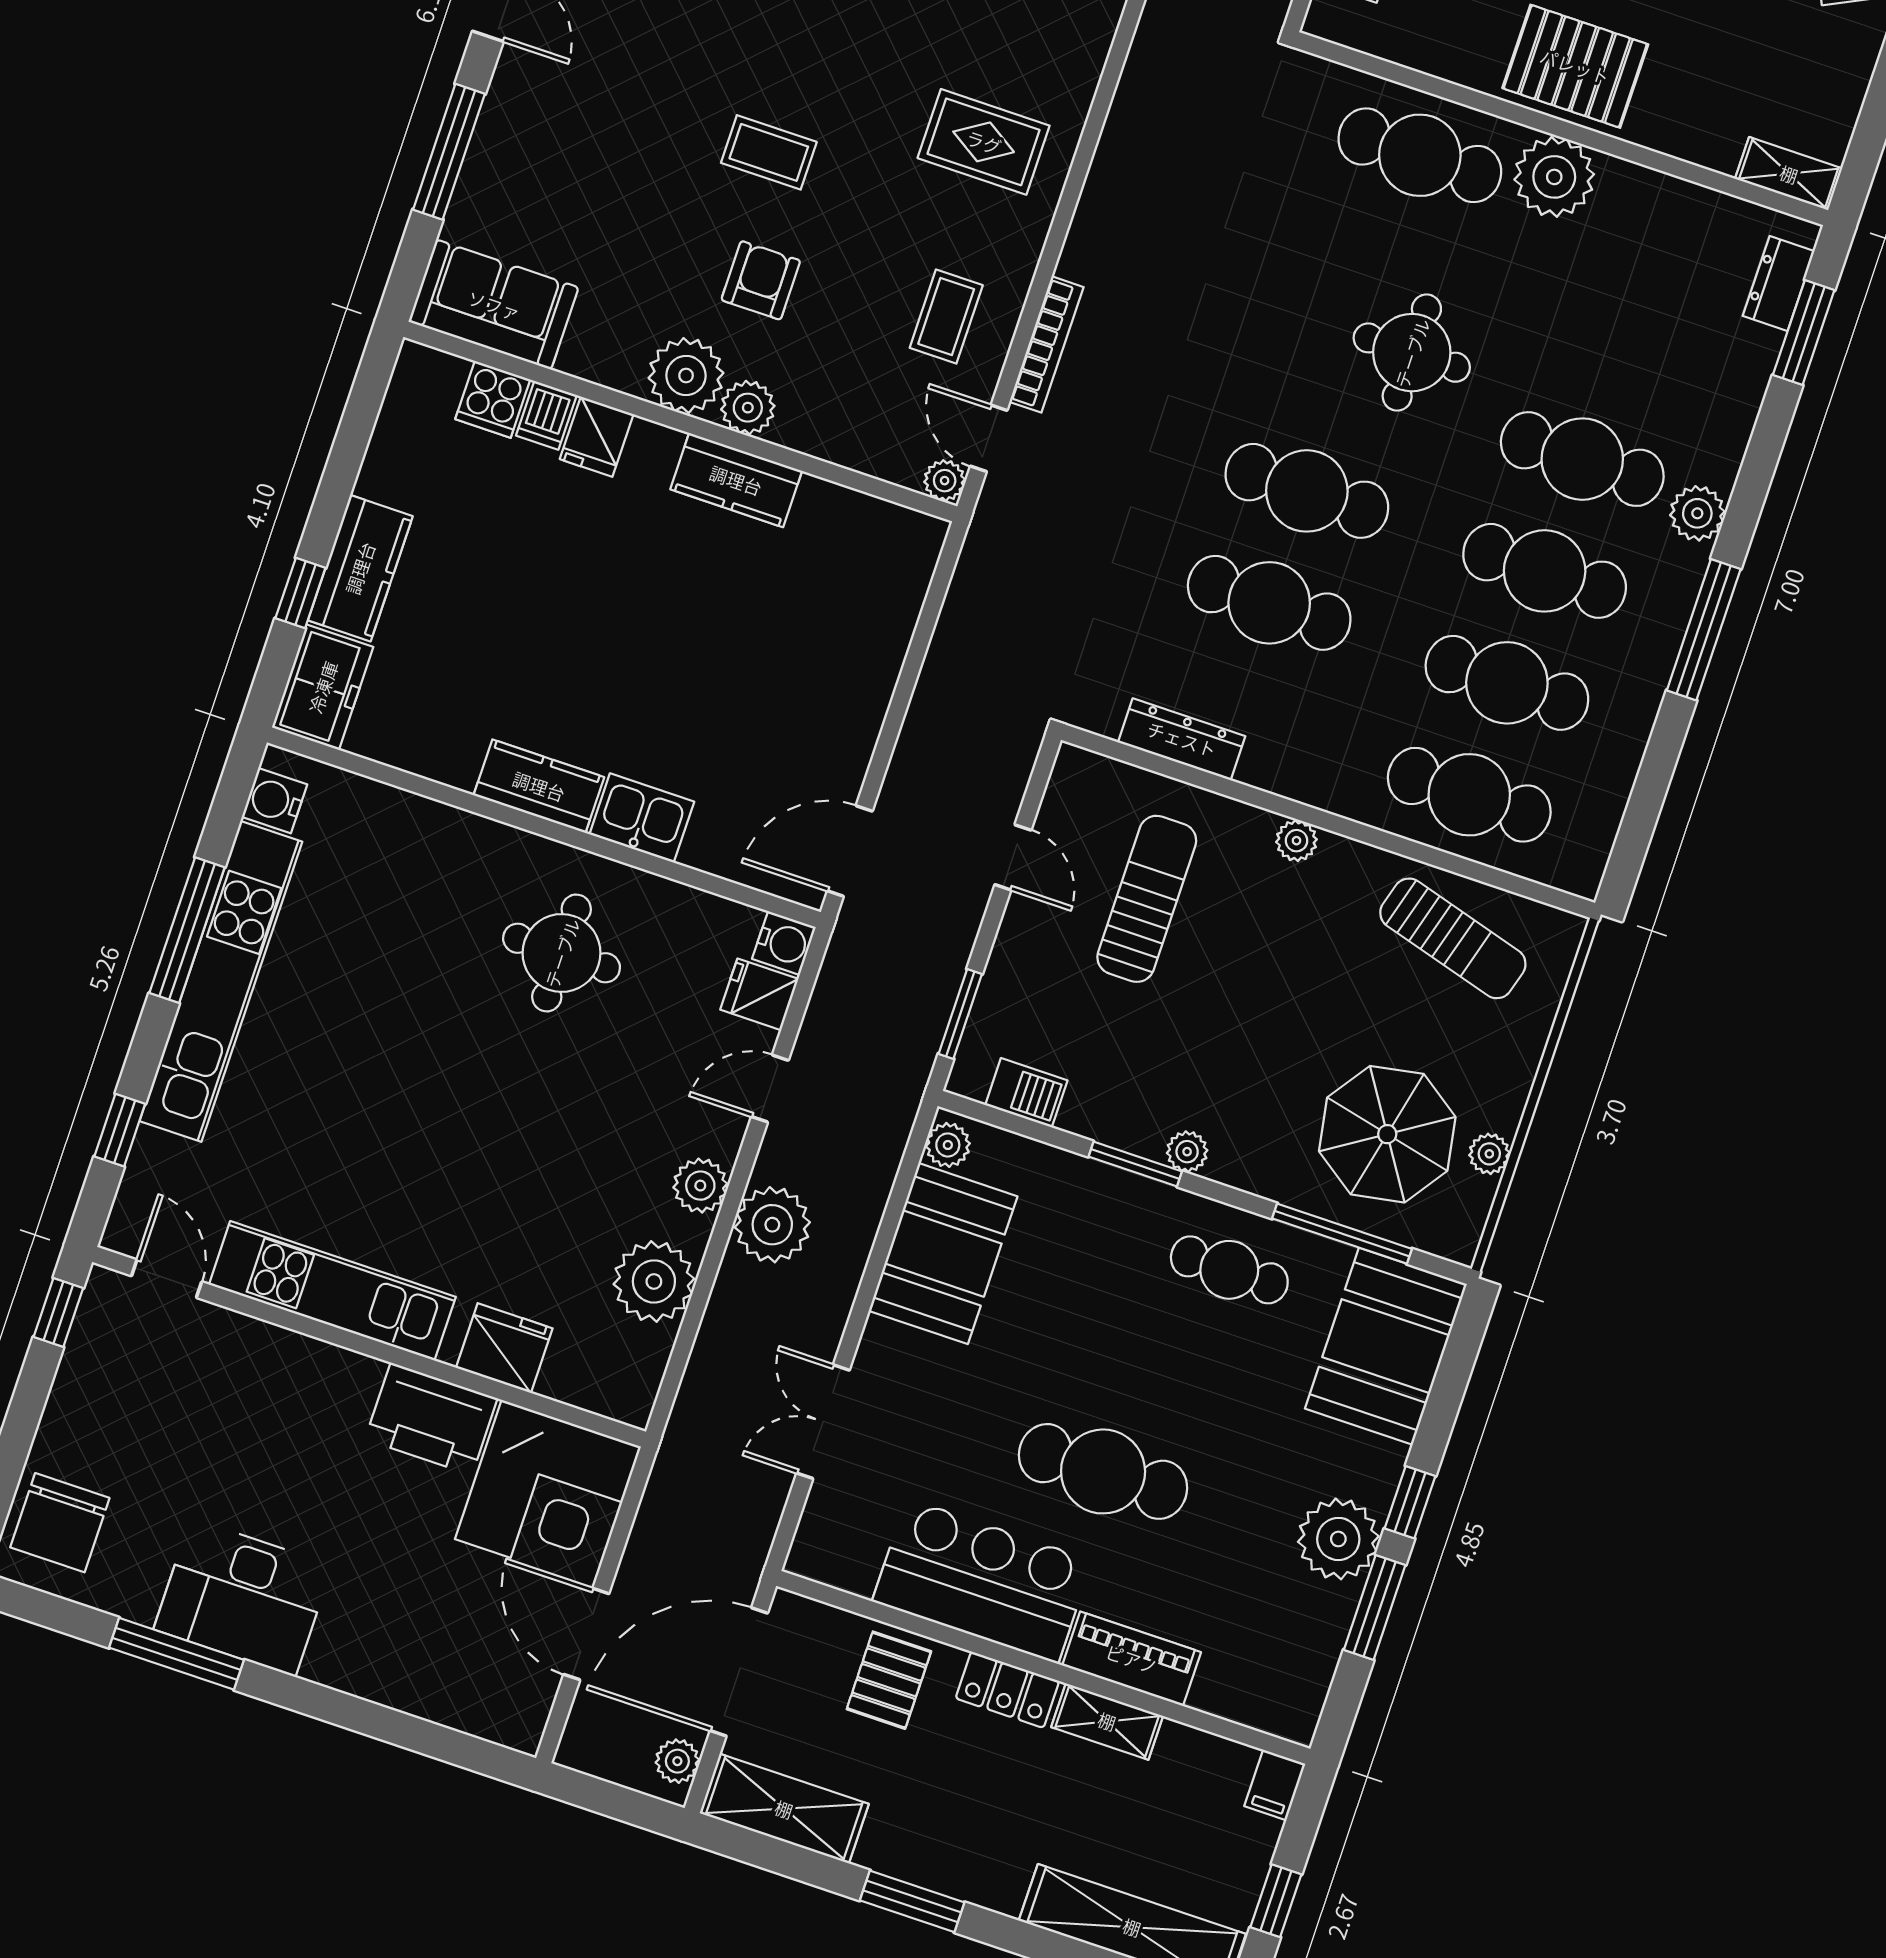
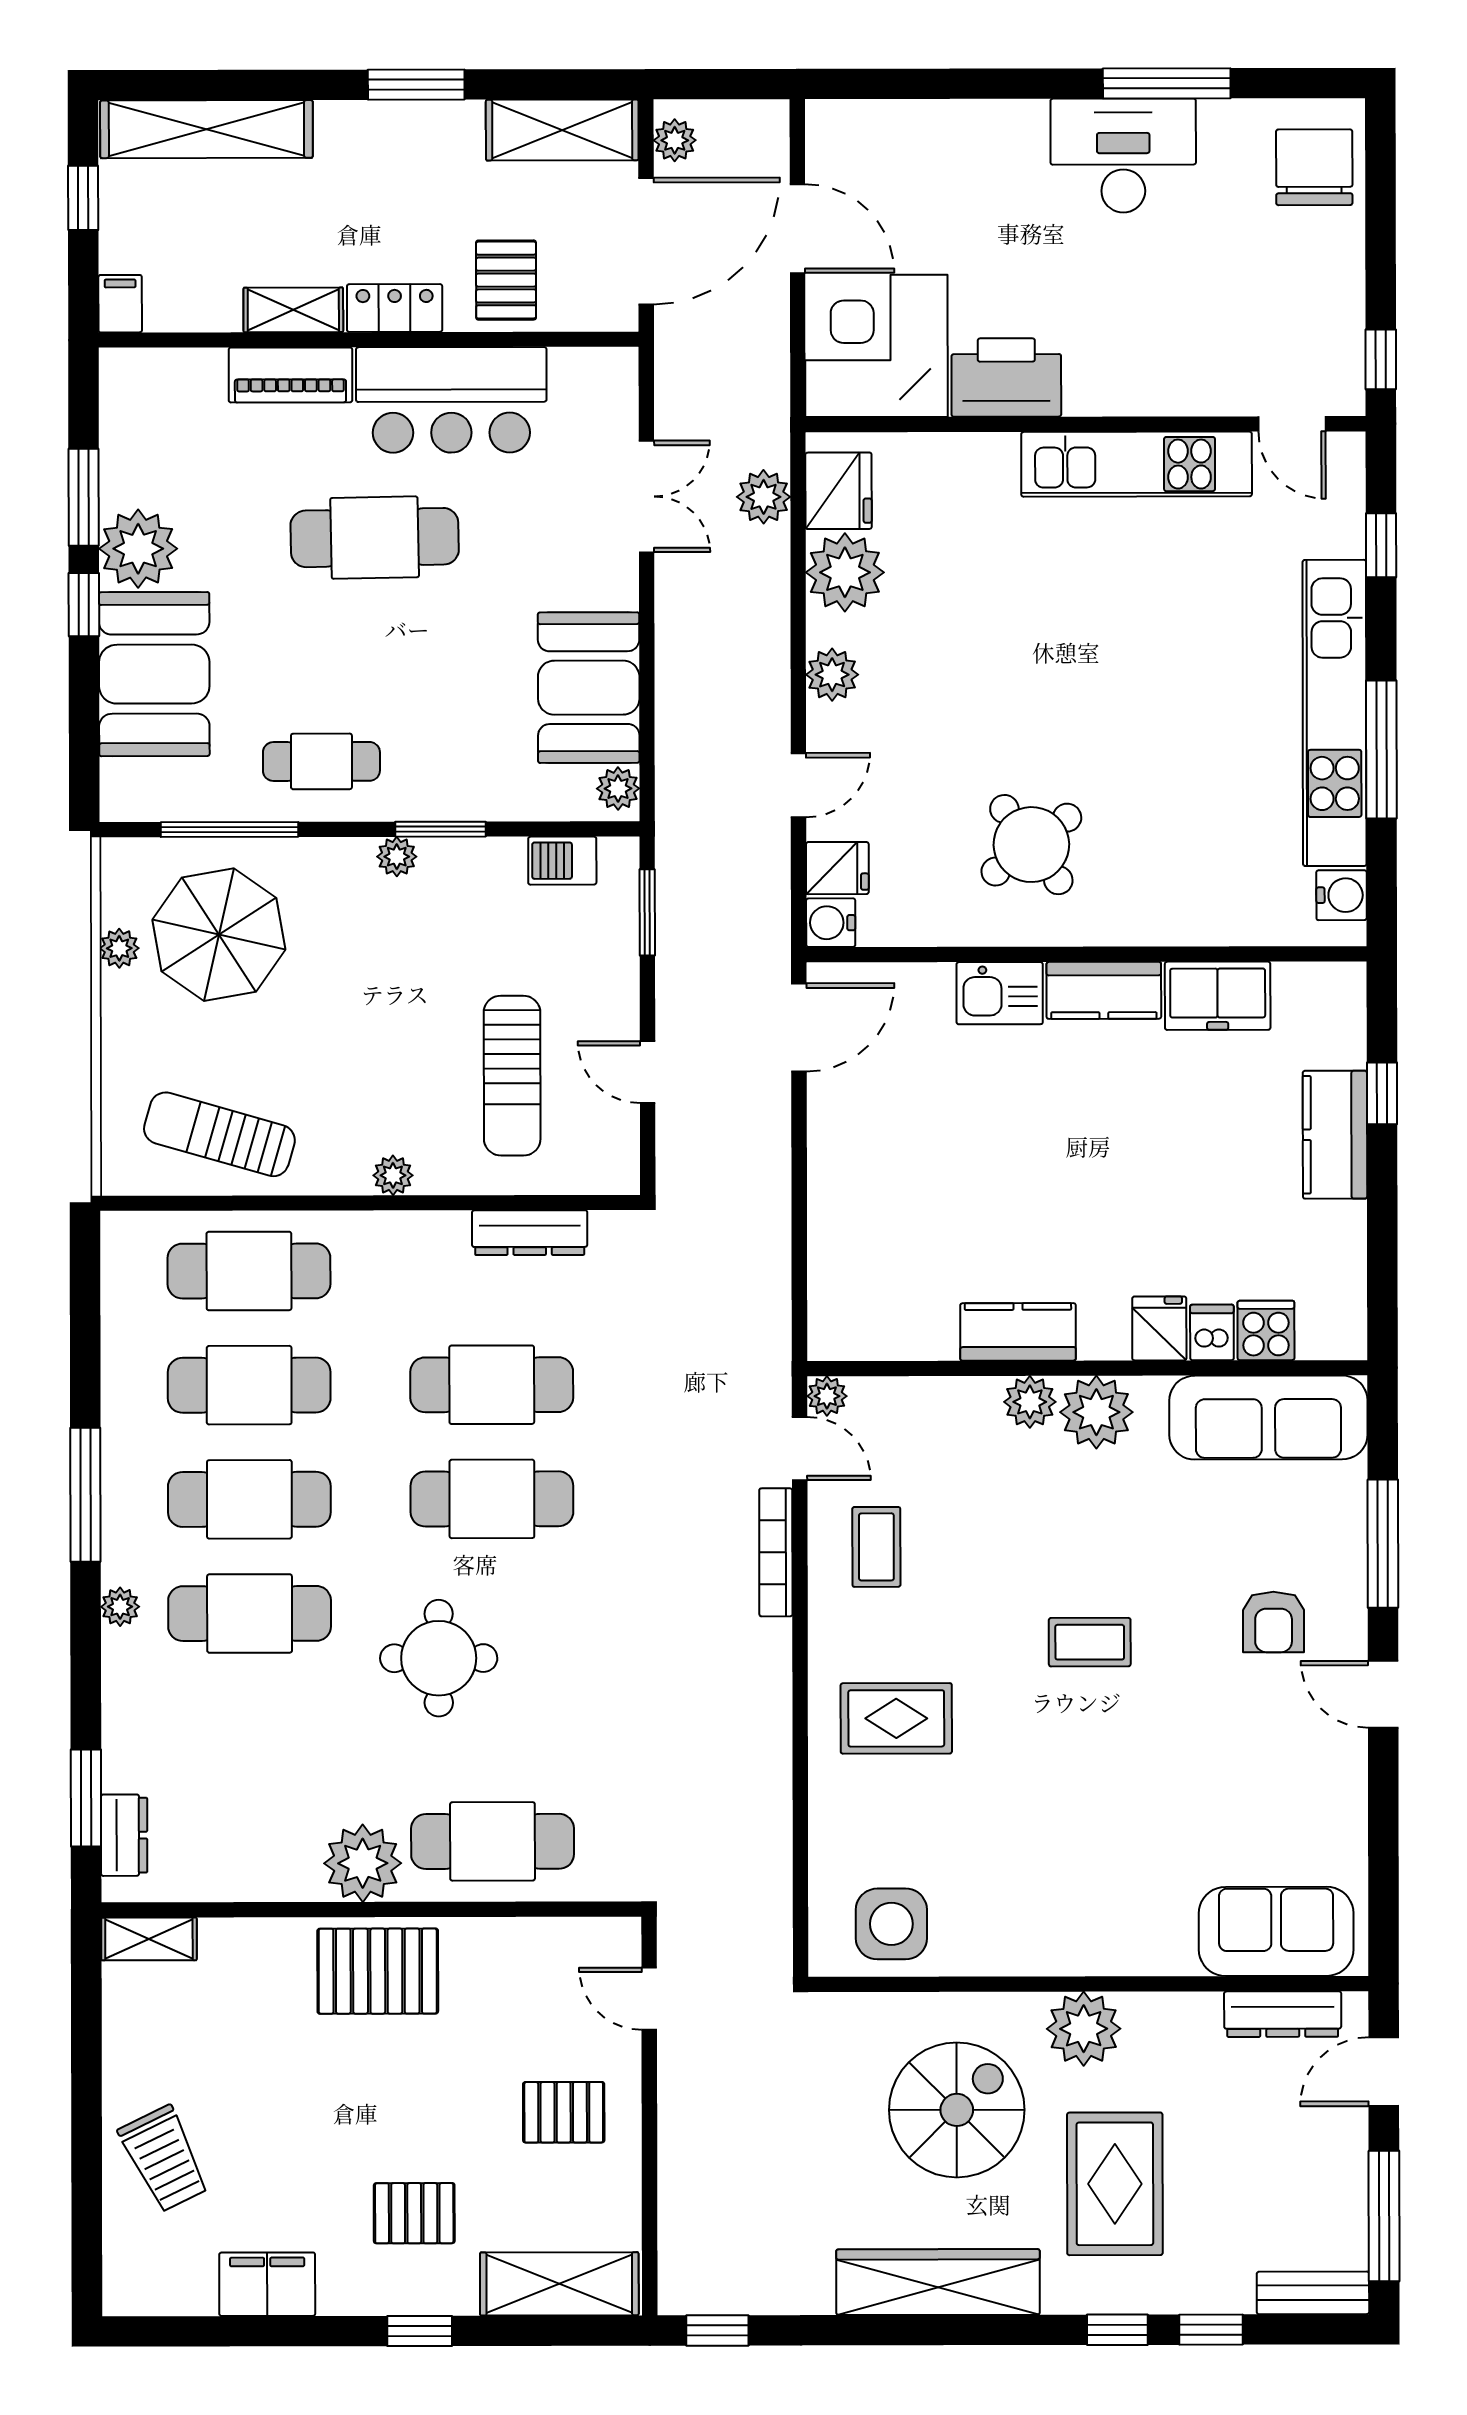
armchair: (761, 280) -> (1274, 1622), moved
sofa: (494, 305) -> (1268, 1418), width x1.36
plant: (1697, 513) -> (120, 1607), width x0.73, depth x0.73
freezer: (323, 687) -> (1218, 996), moved, turned -90
round table: (562, 953) -> (1031, 845), turned -37
plant: (772, 1225) -> (764, 497), moved, width x0.73, depth x0.73
booth: (1386, 1346) -> (154, 674), moved
fridge: (504, 1348) -> (839, 491), moved, turned -90

